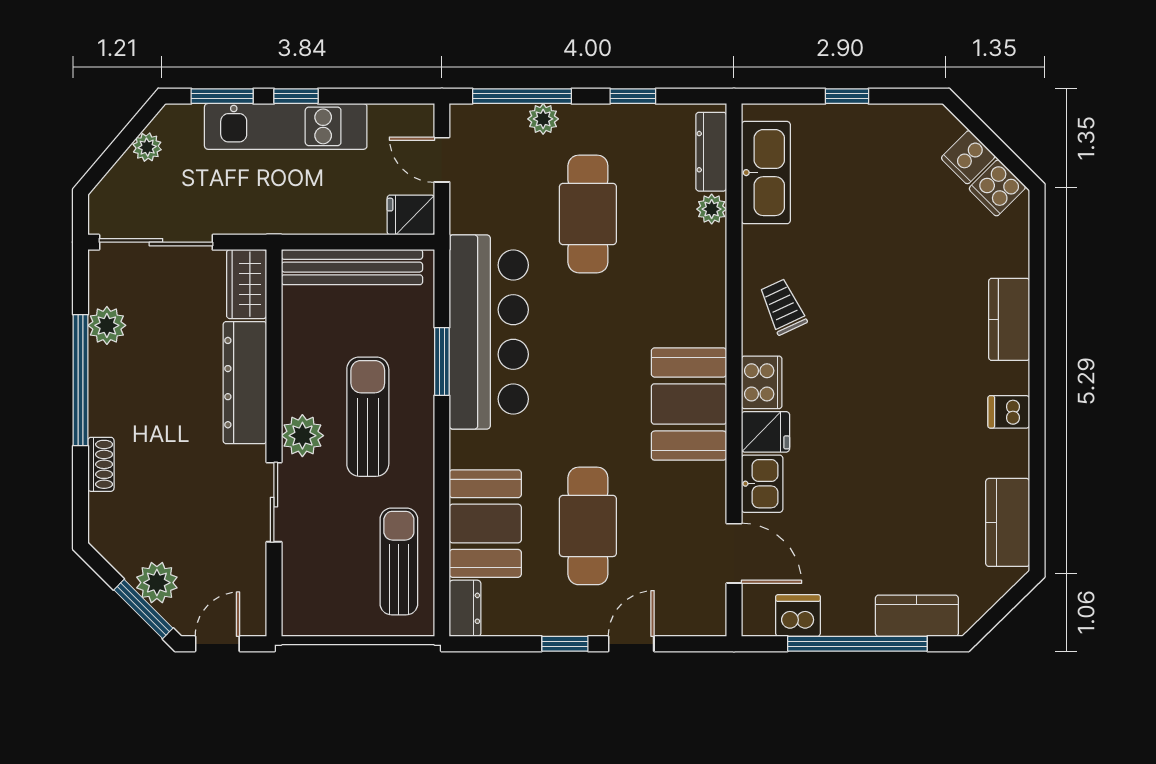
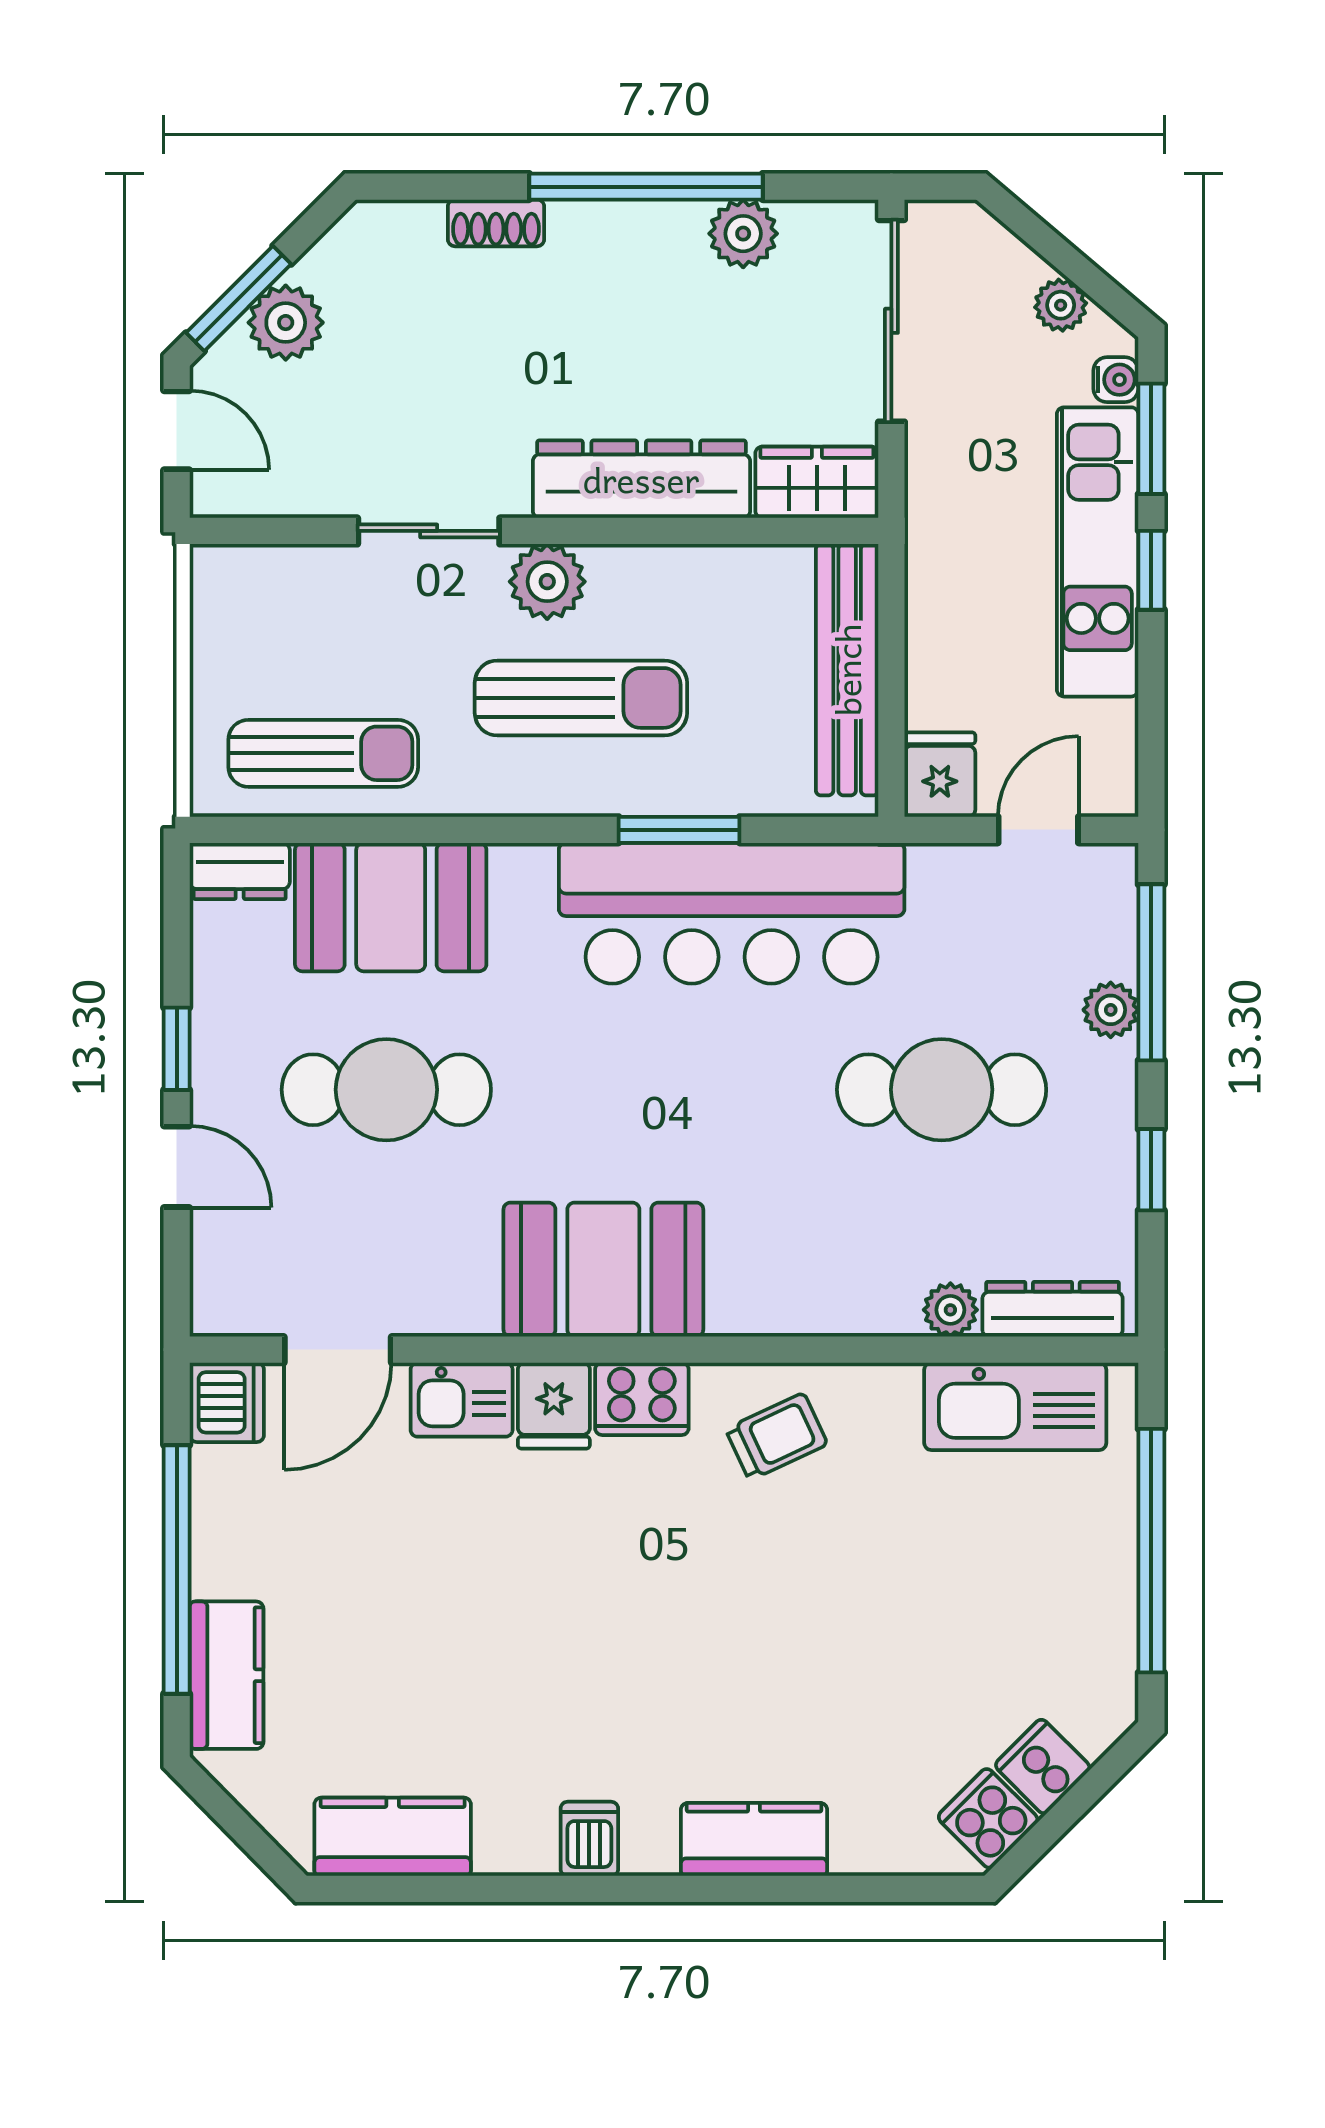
window: (847, 96) -> (1151, 1551), width x3.17
water cooler: (189, 116) -> (1116, 380), added
dishwasher: (798, 616) -> (227, 1402), moved

